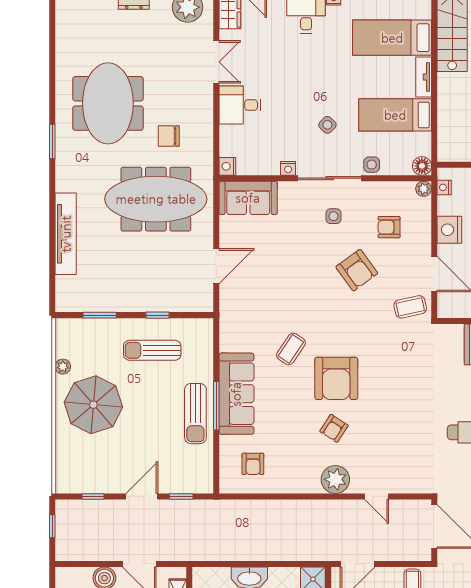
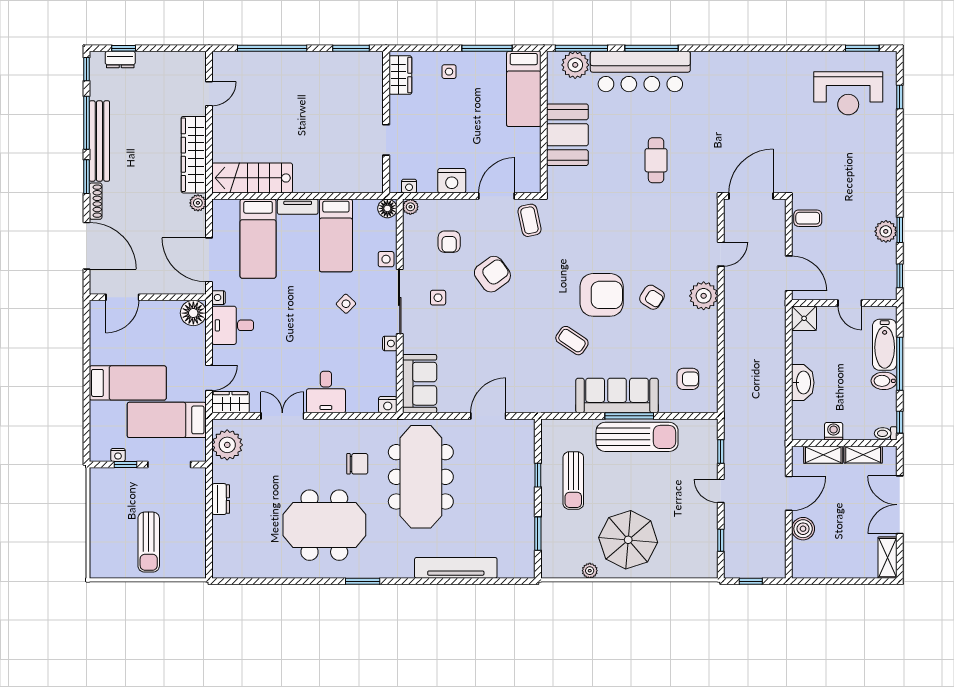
chair: (169, 136) -> (357, 464), turned -90
door: (216, 266) -> (488, 416), hinge flipped
sun lounger: (195, 414) -> (637, 437), width x1.36, depth x1.34
door: (142, 496) -> (721, 491), width x0.73

